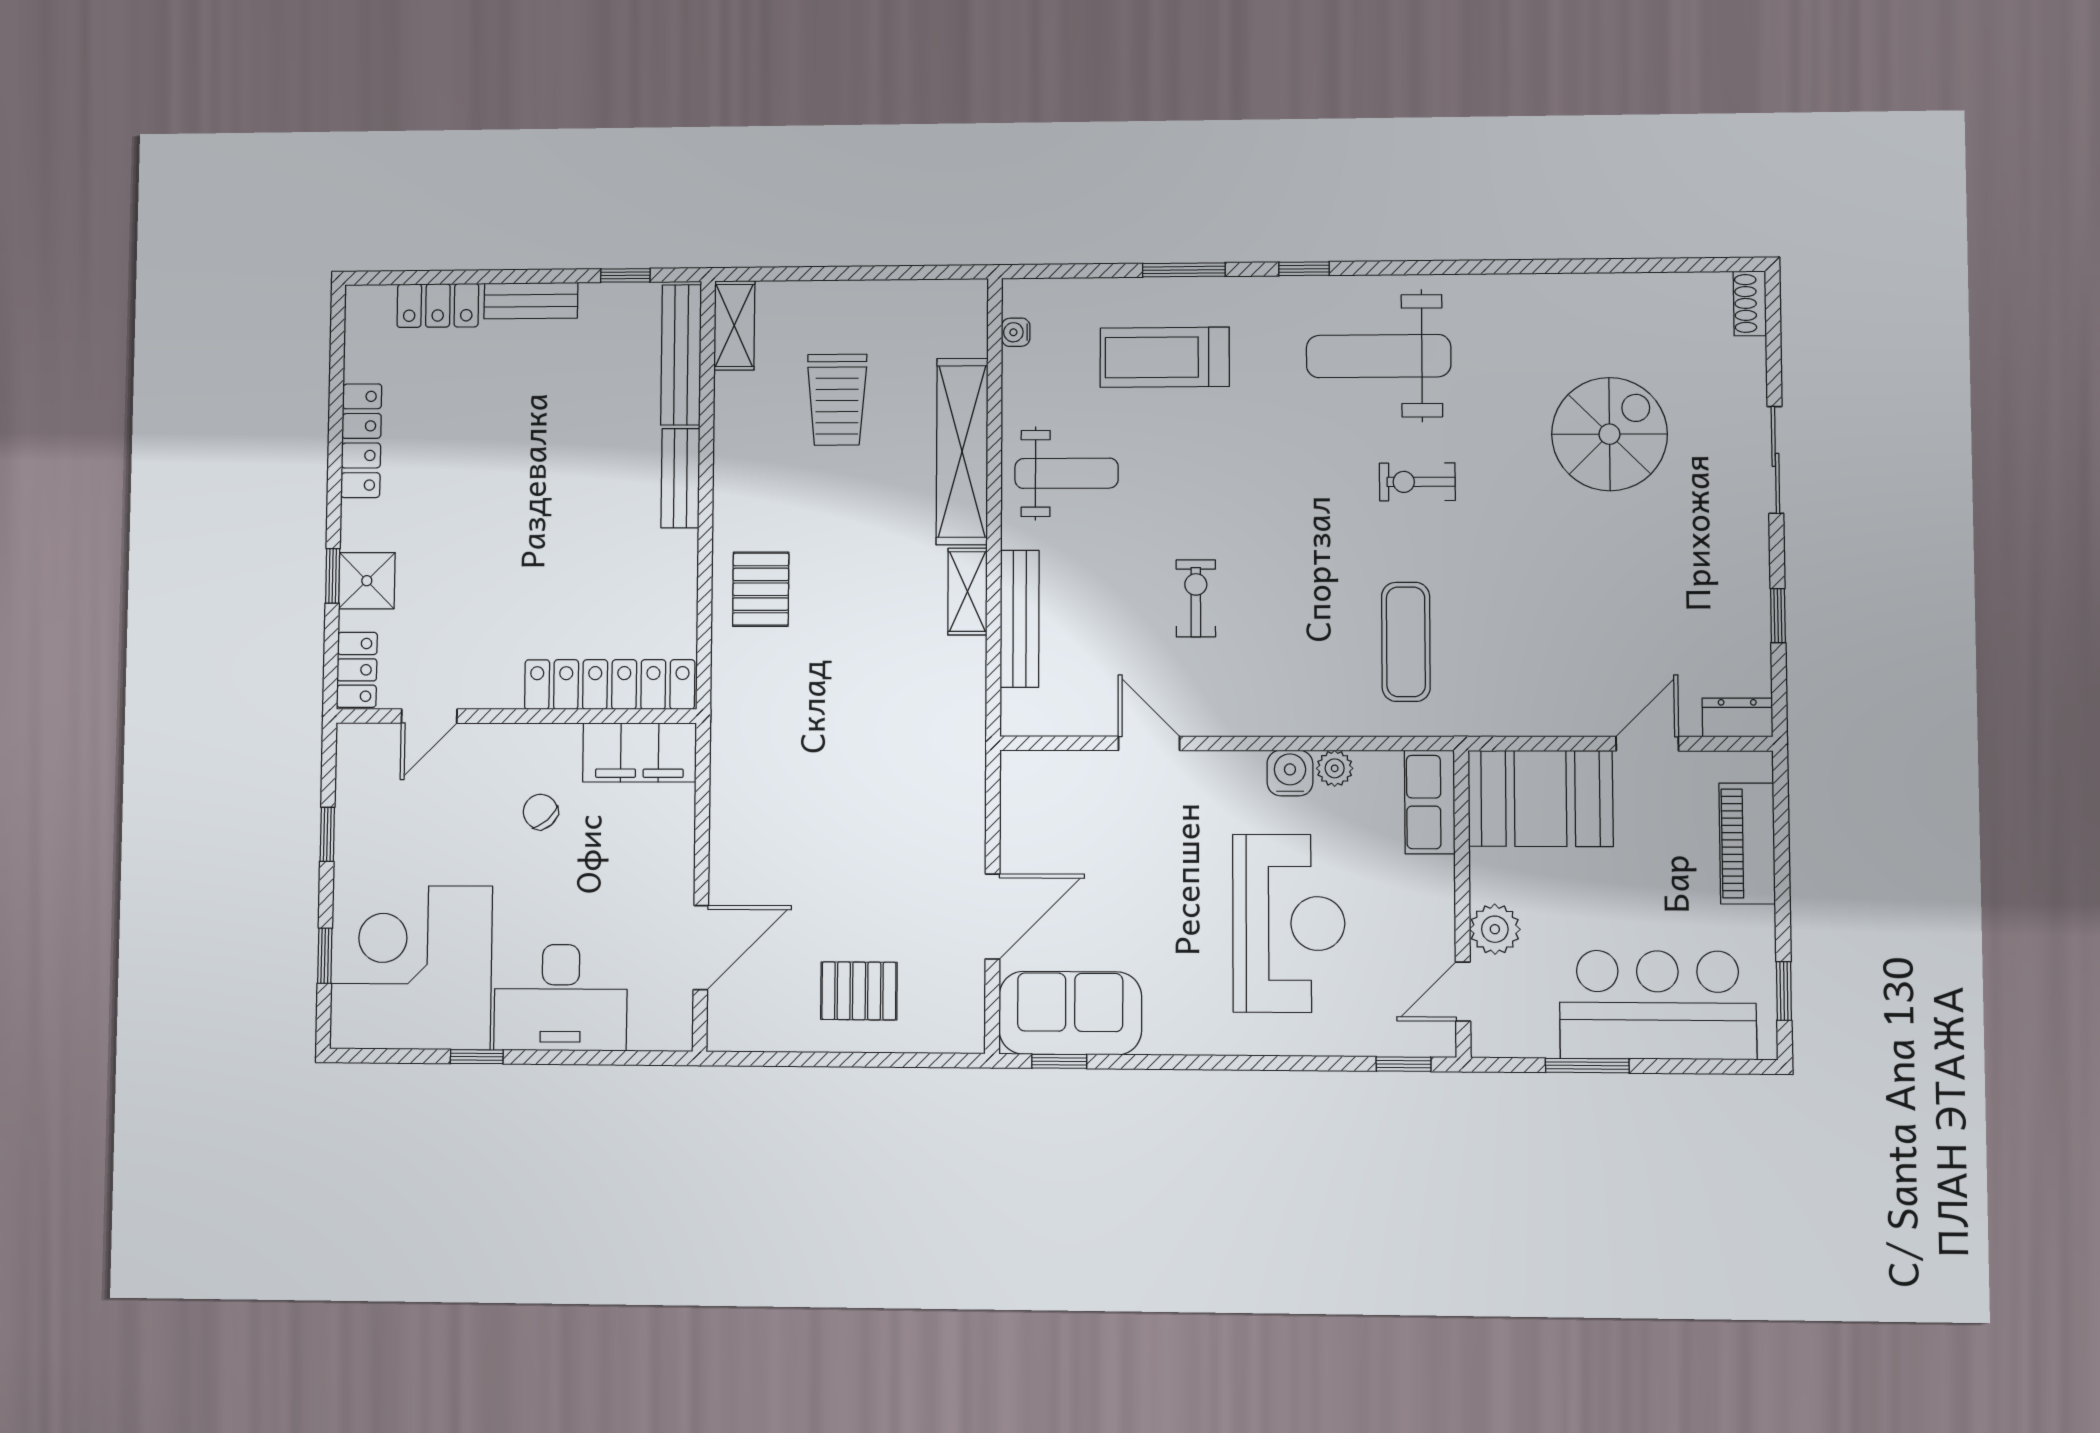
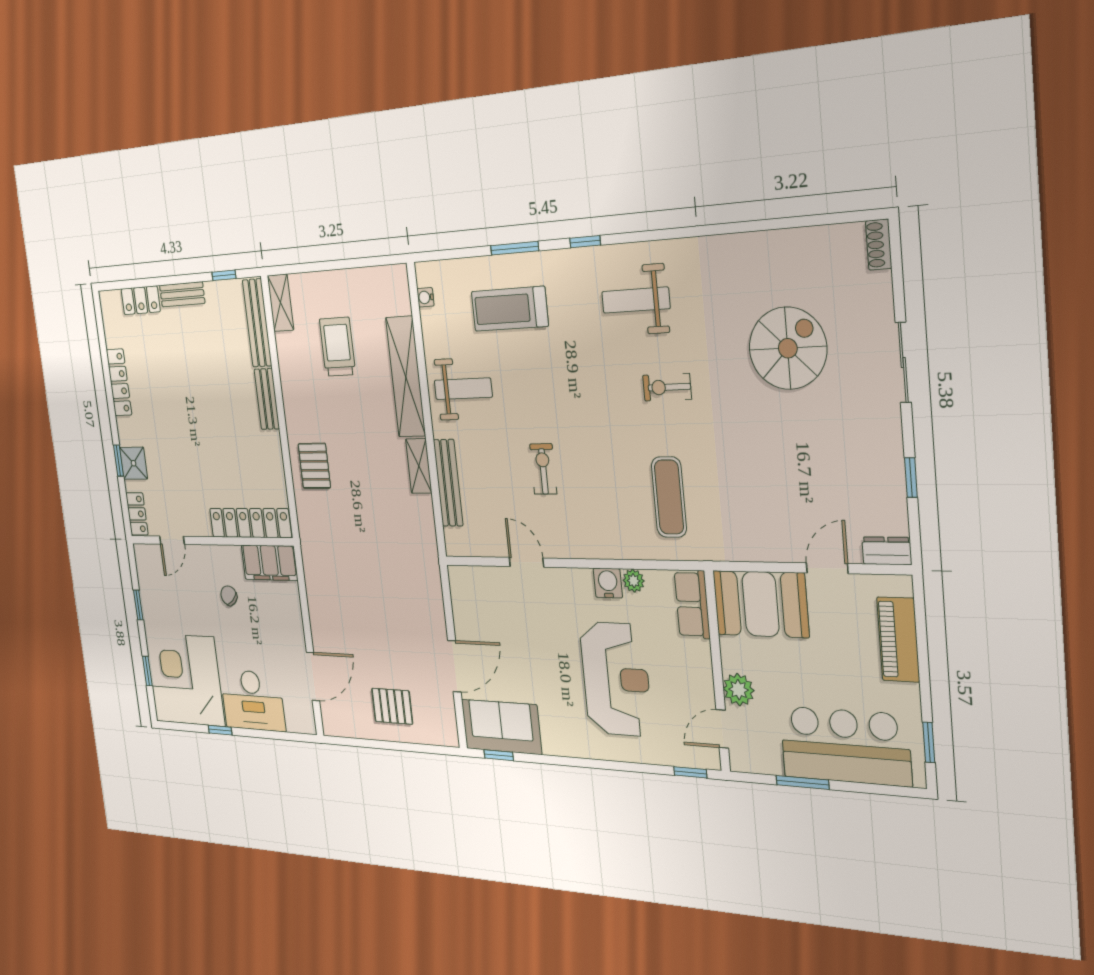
weight bench: (1379, 356) -> (636, 300), width x0.73, depth x0.75
trolley: (837, 400) -> (337, 347), turned 180

